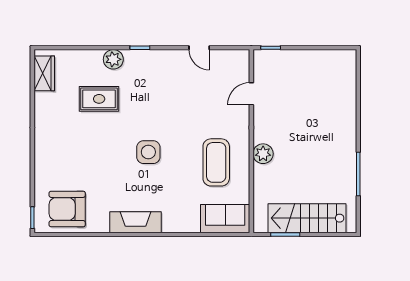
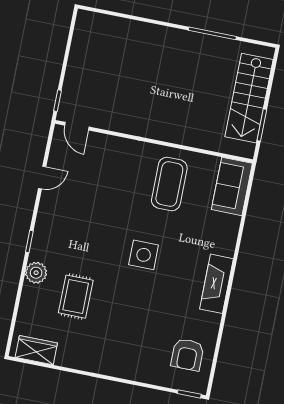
door: (251, 94) -> (77, 126), moved
plant: (263, 154) -> (170, 132), removed
coffee table: (216, 162) -> (169, 184), turned 90
armchair: (67, 209) -> (187, 355), width x0.73, depth x0.73

